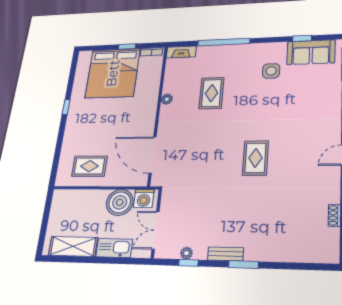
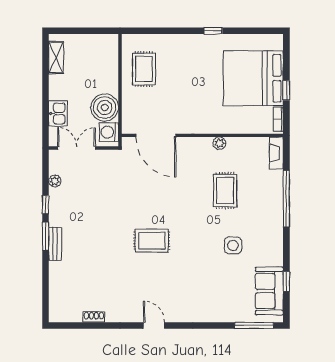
side table: (271, 71) -> (233, 245), moved
rug: (211, 93) -> (225, 191), turned 90
door: (152, 155) -> (156, 135), swing flipped
shelving: (73, 246) -> (56, 58), width x0.67, depth x0.75
kitchen sink: (114, 248) -> (58, 113), width x0.73
bench: (226, 254) -> (55, 244), moved
window: (188, 263) -> (46, 205), moved

